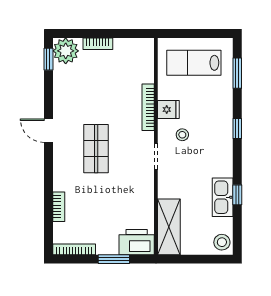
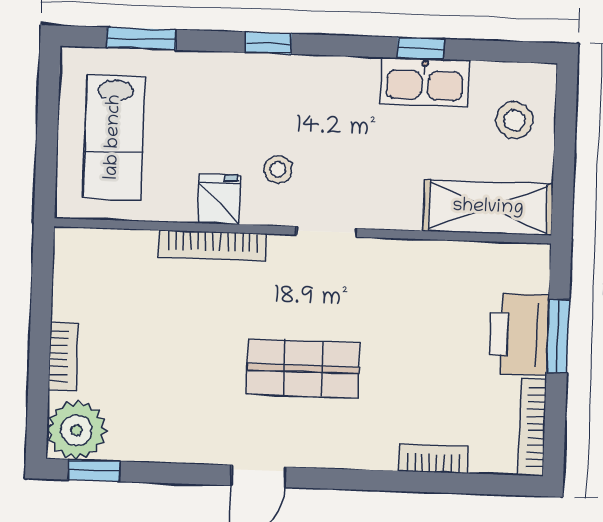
printer: (137, 242) -> (519, 334), moved
stool: (222, 242) -> (514, 120), moved

